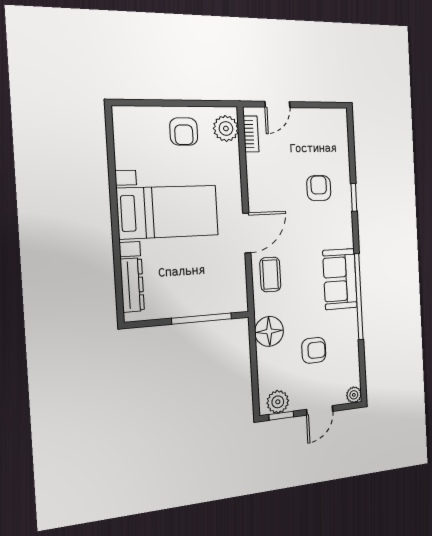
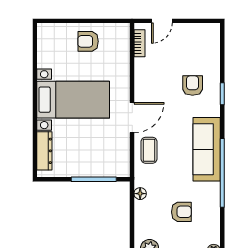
plant: (226, 128) -> (120, 39), removed
armchair: (184, 132) -> (88, 41), turned 90
sofa: (340, 279) -> (207, 149), width x1.36
floor lamp: (269, 331) -> (140, 194), width x0.53, depth x0.53

